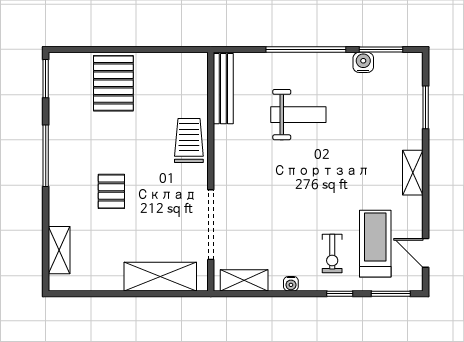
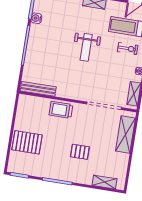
weight bench: (298, 115) -> (86, 47), moved, turned 180

